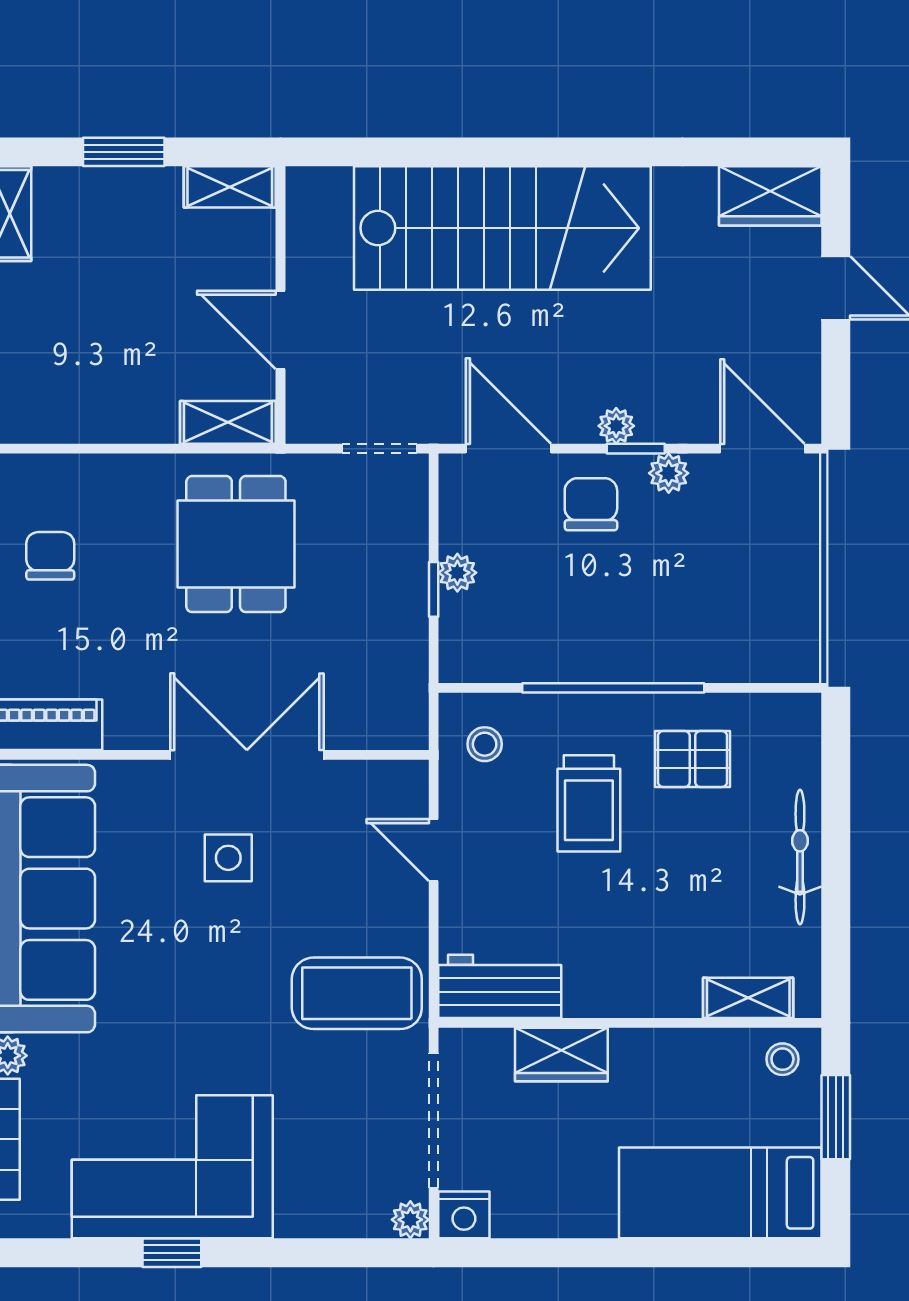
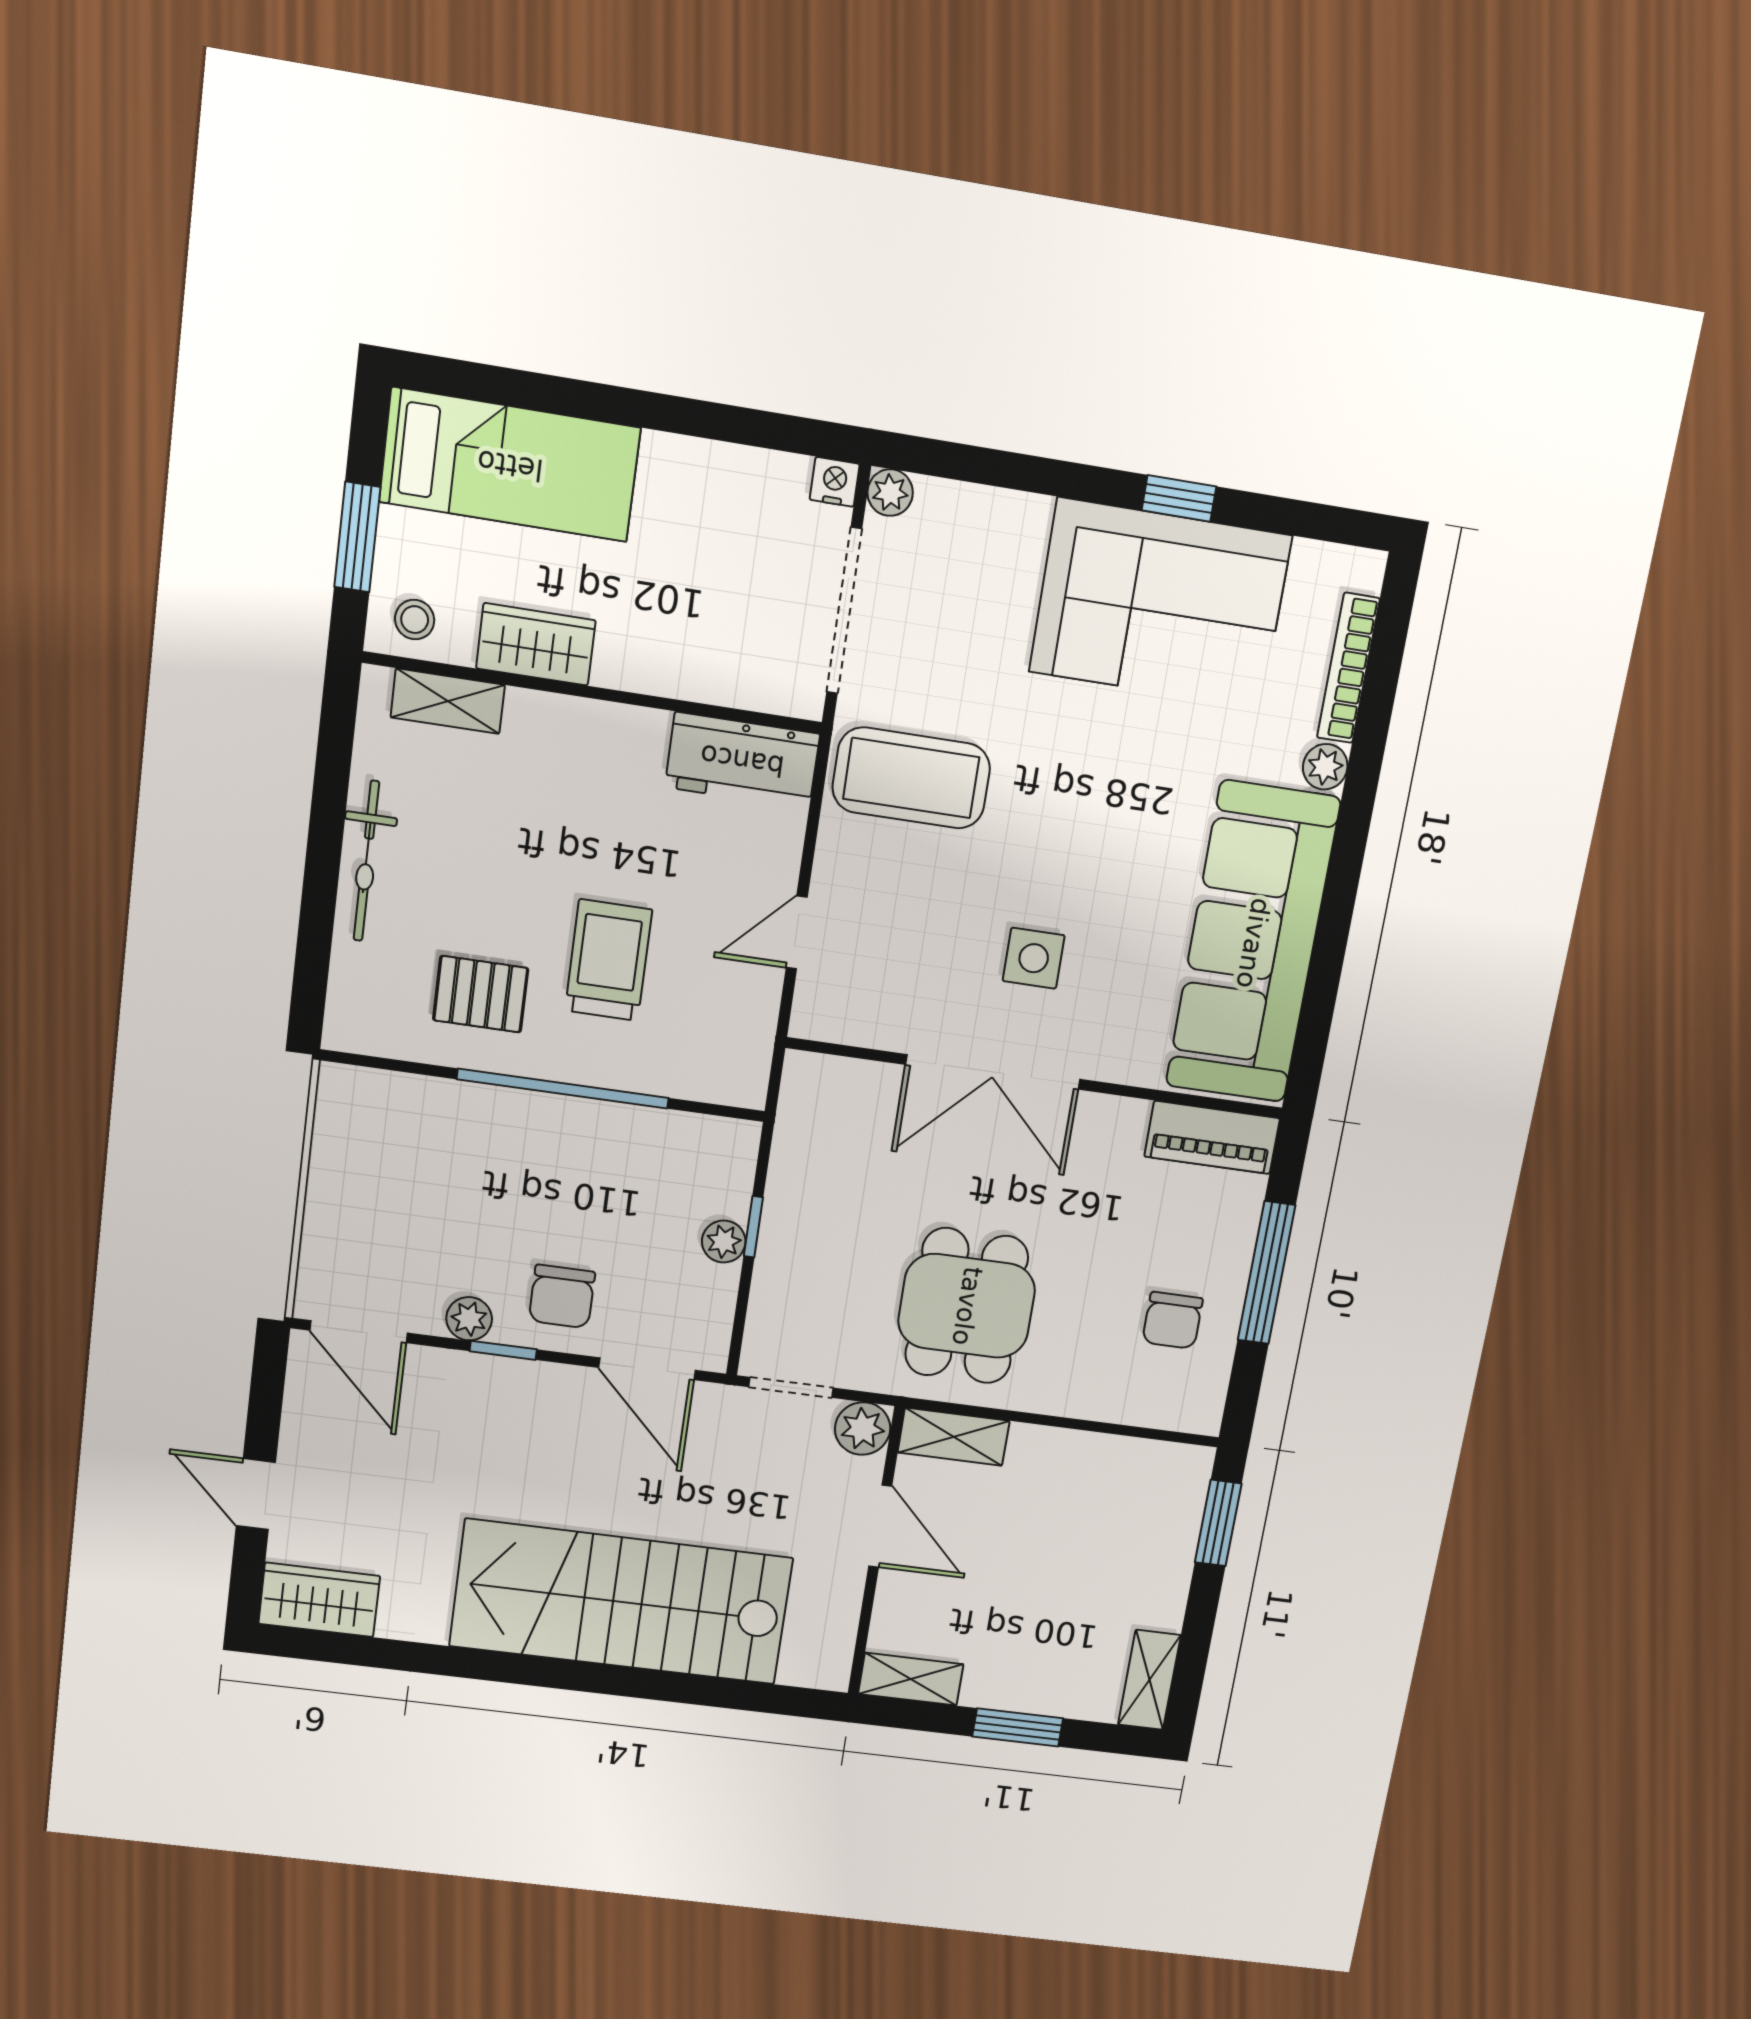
plant: (616, 426) -> (863, 1429), moved, width x1.38, depth x1.38
stool: (485, 744) -> (720, 1046), removed
door: (434, 850) -> (797, 932), swing flipped
wardrobe: (561, 1055) -> (536, 644), moved
nightstand: (464, 1215) -> (835, 482), width x0.72, depth x0.74

